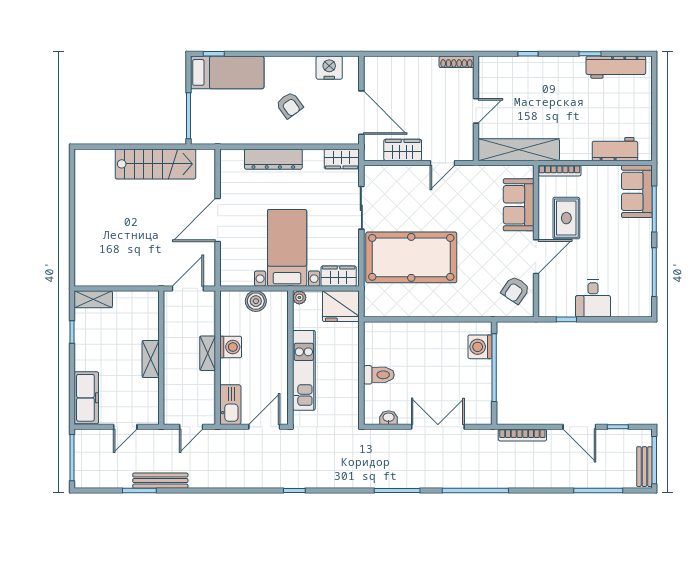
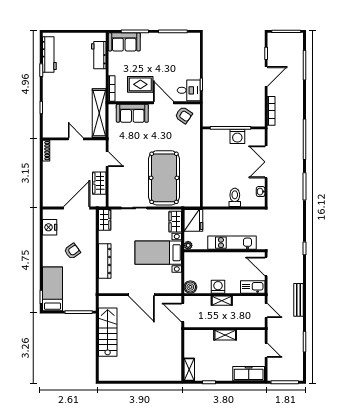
desk: (593, 298) -> (189, 90), moved
boiler: (256, 301) -> (190, 287), moved
washing machine: (480, 347) -> (237, 136), moved
bench: (644, 467) -> (290, 37), removed
bench: (160, 481) -> (299, 300), moved

